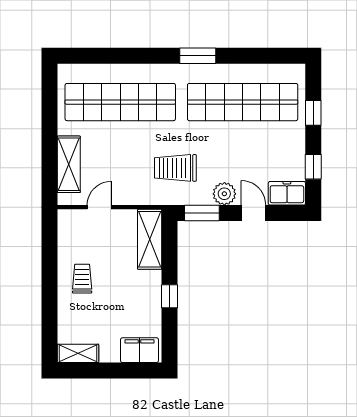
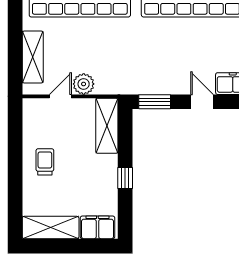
trolley: (175, 168) -> (130, 60), removed
plant: (224, 194) -> (84, 84), moved
shelving: (78, 353) -> (51, 228), width x1.50, depth x1.33

